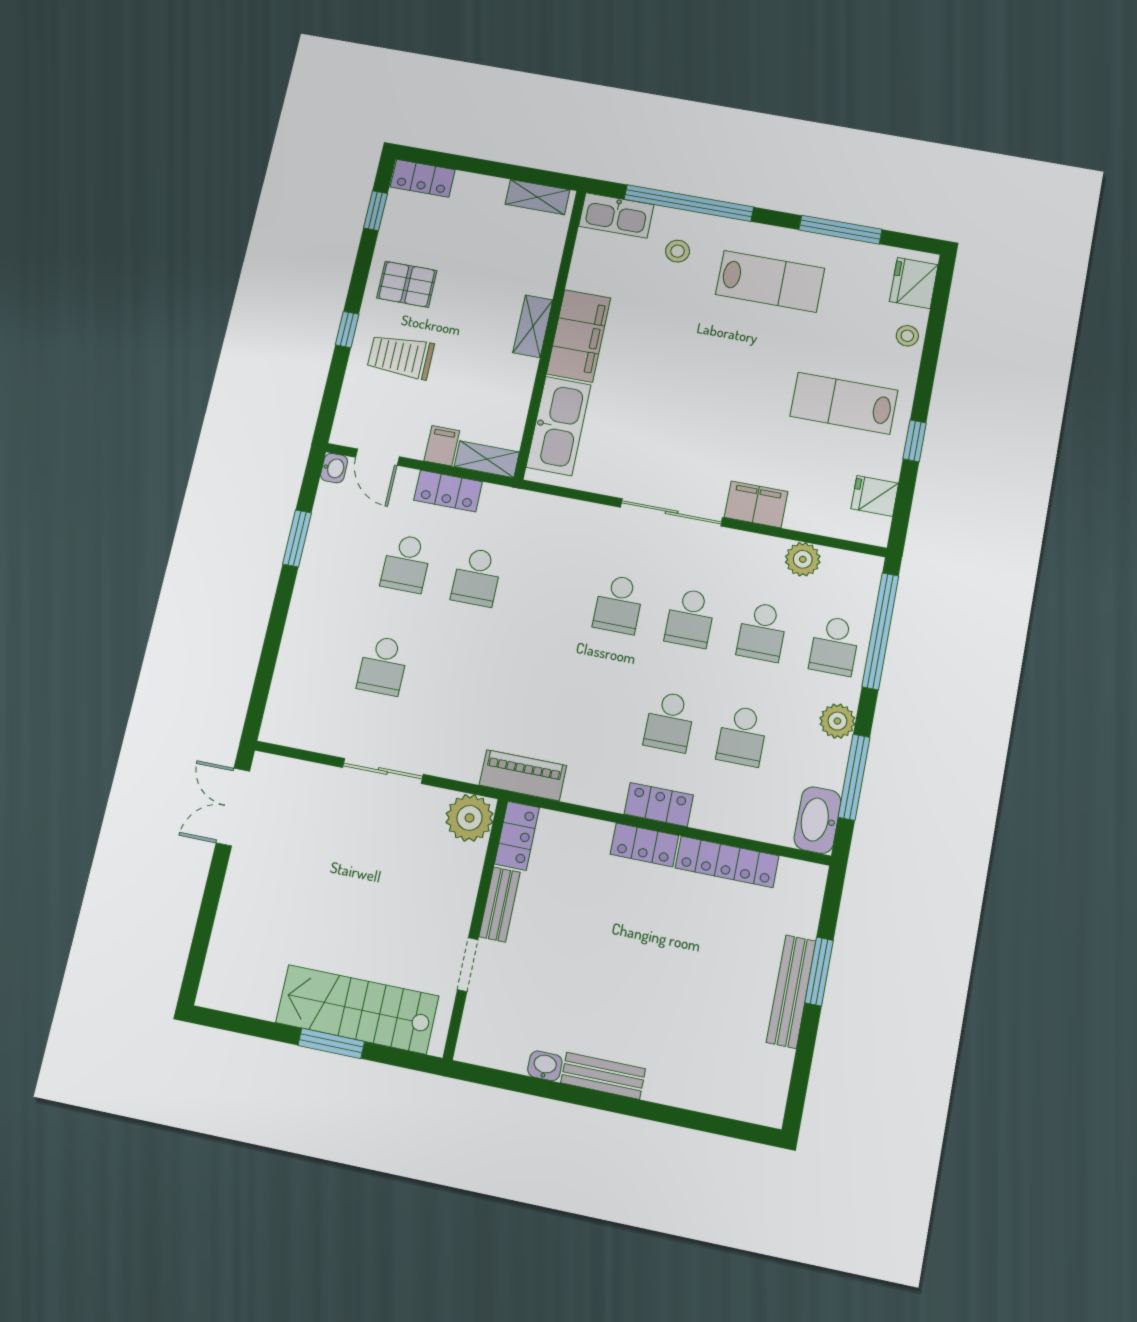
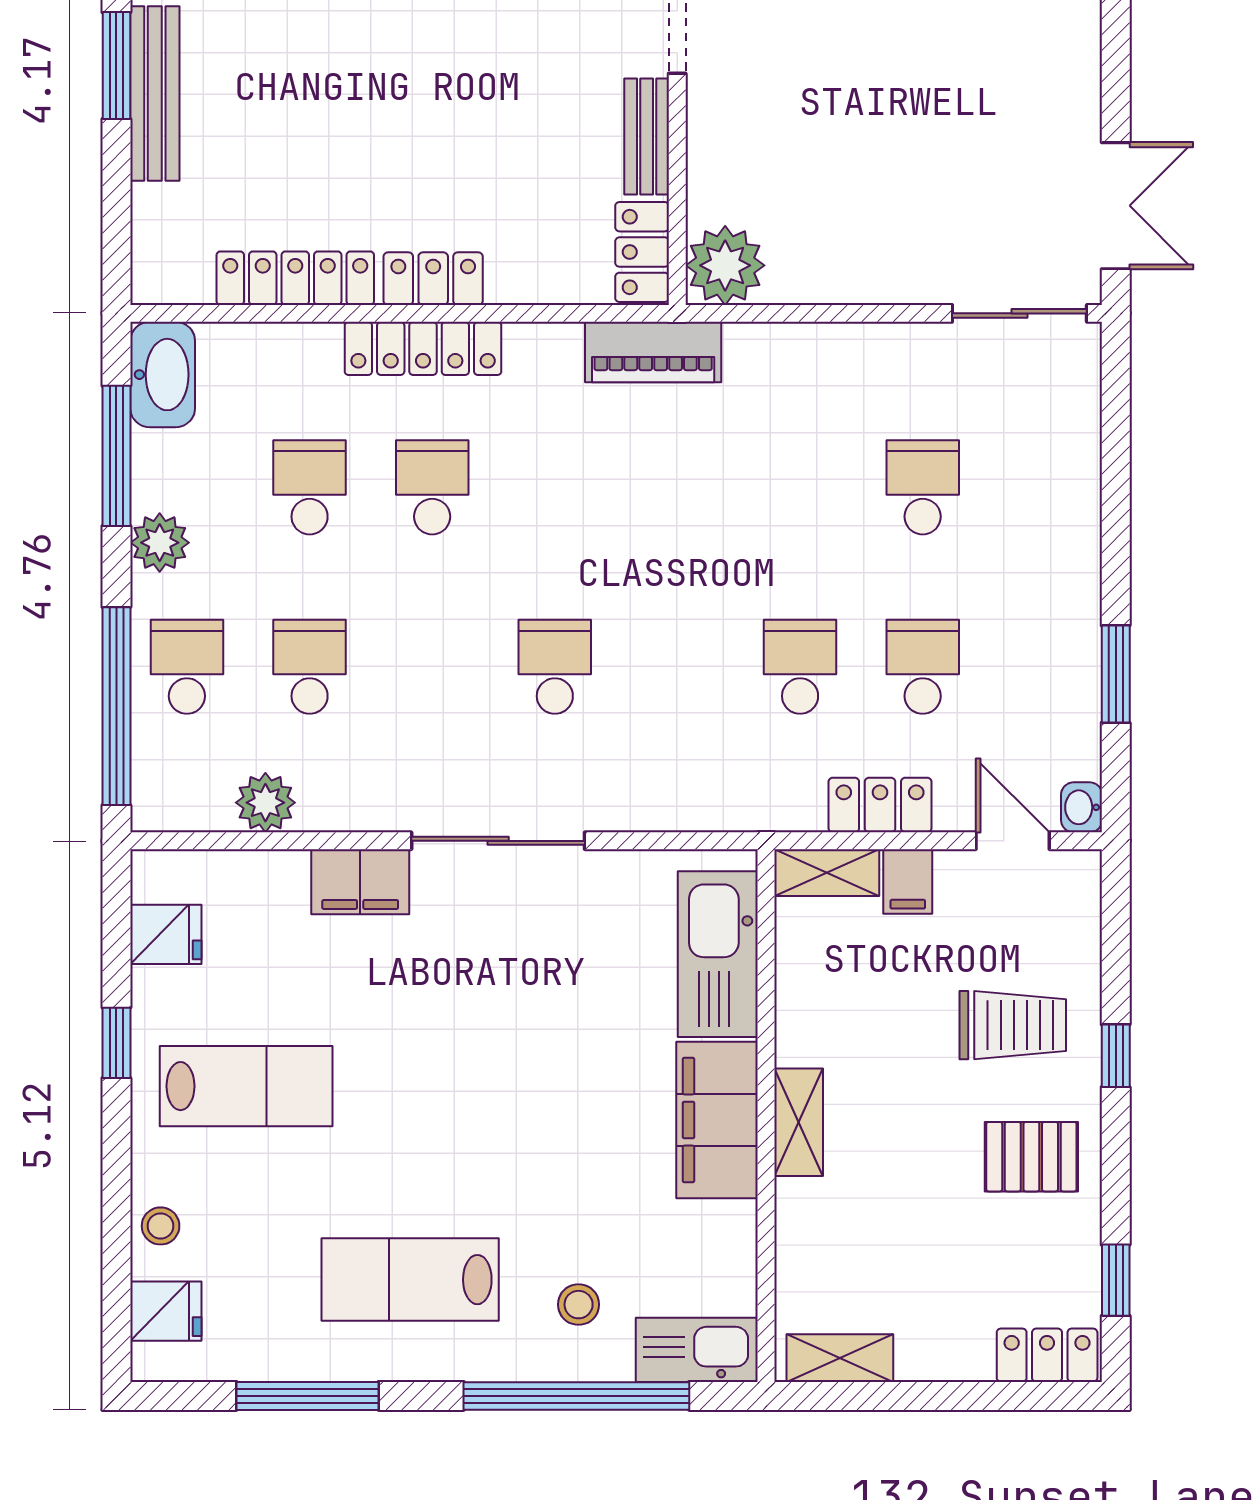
fridge: (914, 283) -> (166, 1311), width x0.72
school desk: (690, 618) -> (432, 667), removed
sliding door: (383, 771) -> (1019, 313), moved
locker: (659, 805) -> (423, 348), width x1.53
window: (819, 972) -> (116, 66), moved

